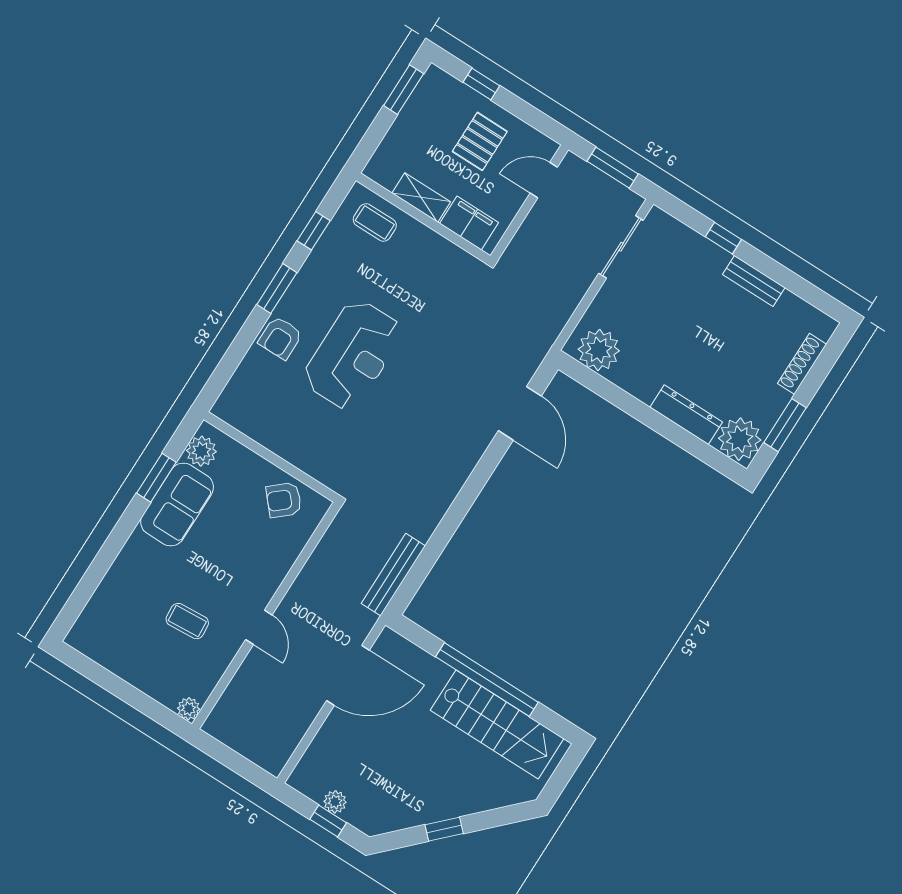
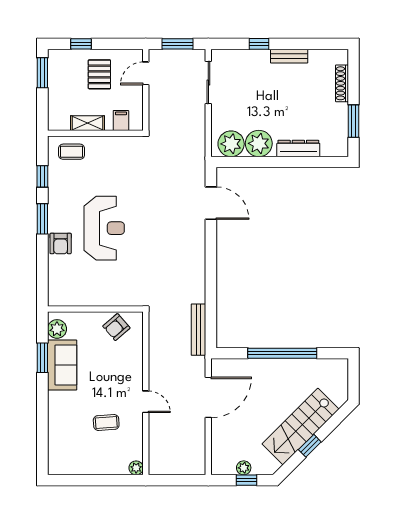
filing cabinet: (469, 223) -> (121, 121), width x0.50
plant: (740, 439) -> (259, 143), moved
stairs: (497, 724) -> (300, 427), moved, turned 135

